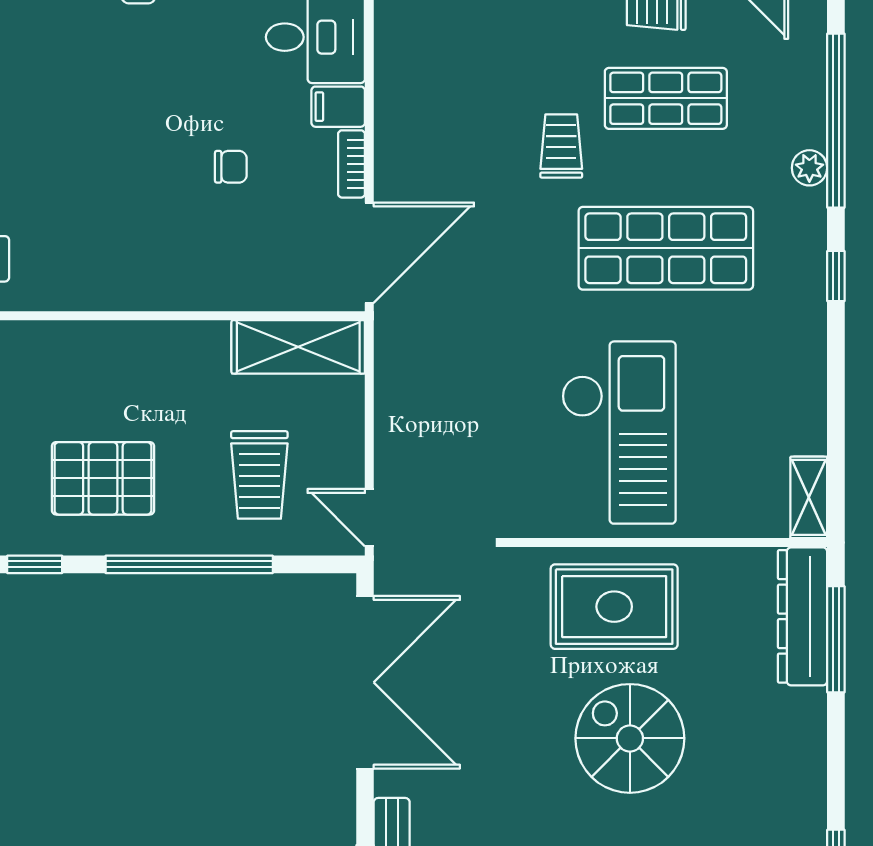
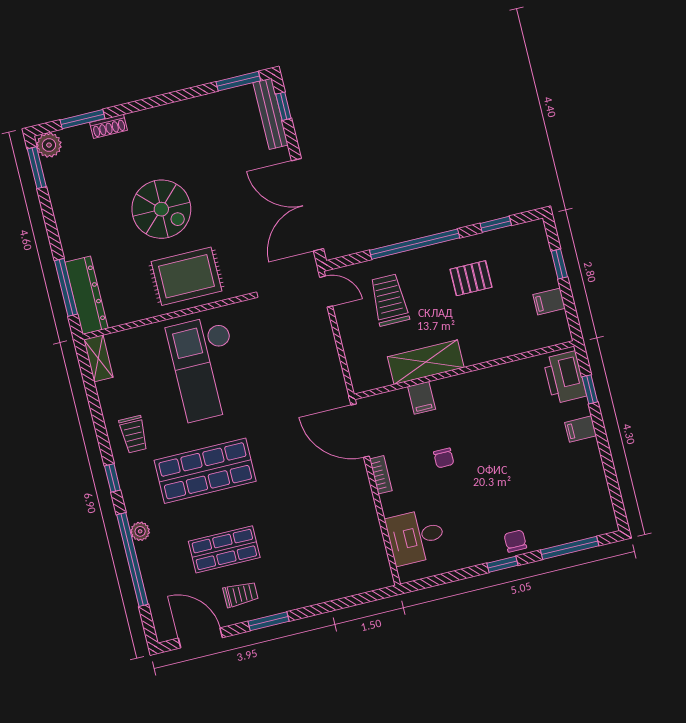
filing cabinet: (338, 107) -> (422, 398), moved, turned 90
trolley: (561, 146) -> (134, 434), moved
chair: (231, 167) -> (444, 458), turned -90
door: (369, 253) -> (360, 431), hinge flipped
shelving: (298, 347) -> (426, 362), moved
pallet: (103, 478) -> (471, 278), width x0.67, depth x0.71

